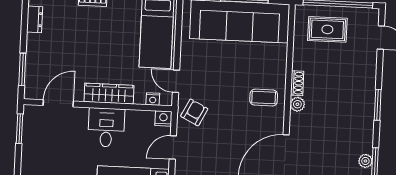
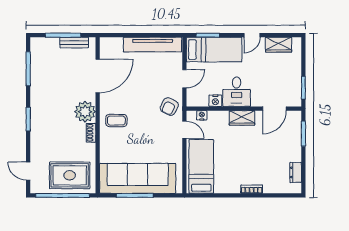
rug: (327, 29) -> (70, 175), width x1.36, depth x1.43
wardrobe: (109, 94) -> (242, 118), width x0.67
plant: (297, 104) -> (85, 112), width x1.88, depth x1.88
nightstand: (163, 118) -> (215, 101), moved
plant: (365, 161) -> (36, 75), removed

